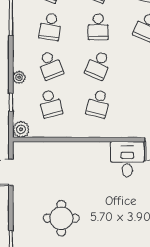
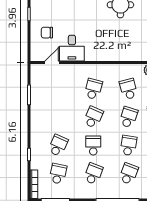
school desk: (50, 65) -> (128, 117), turned 39

